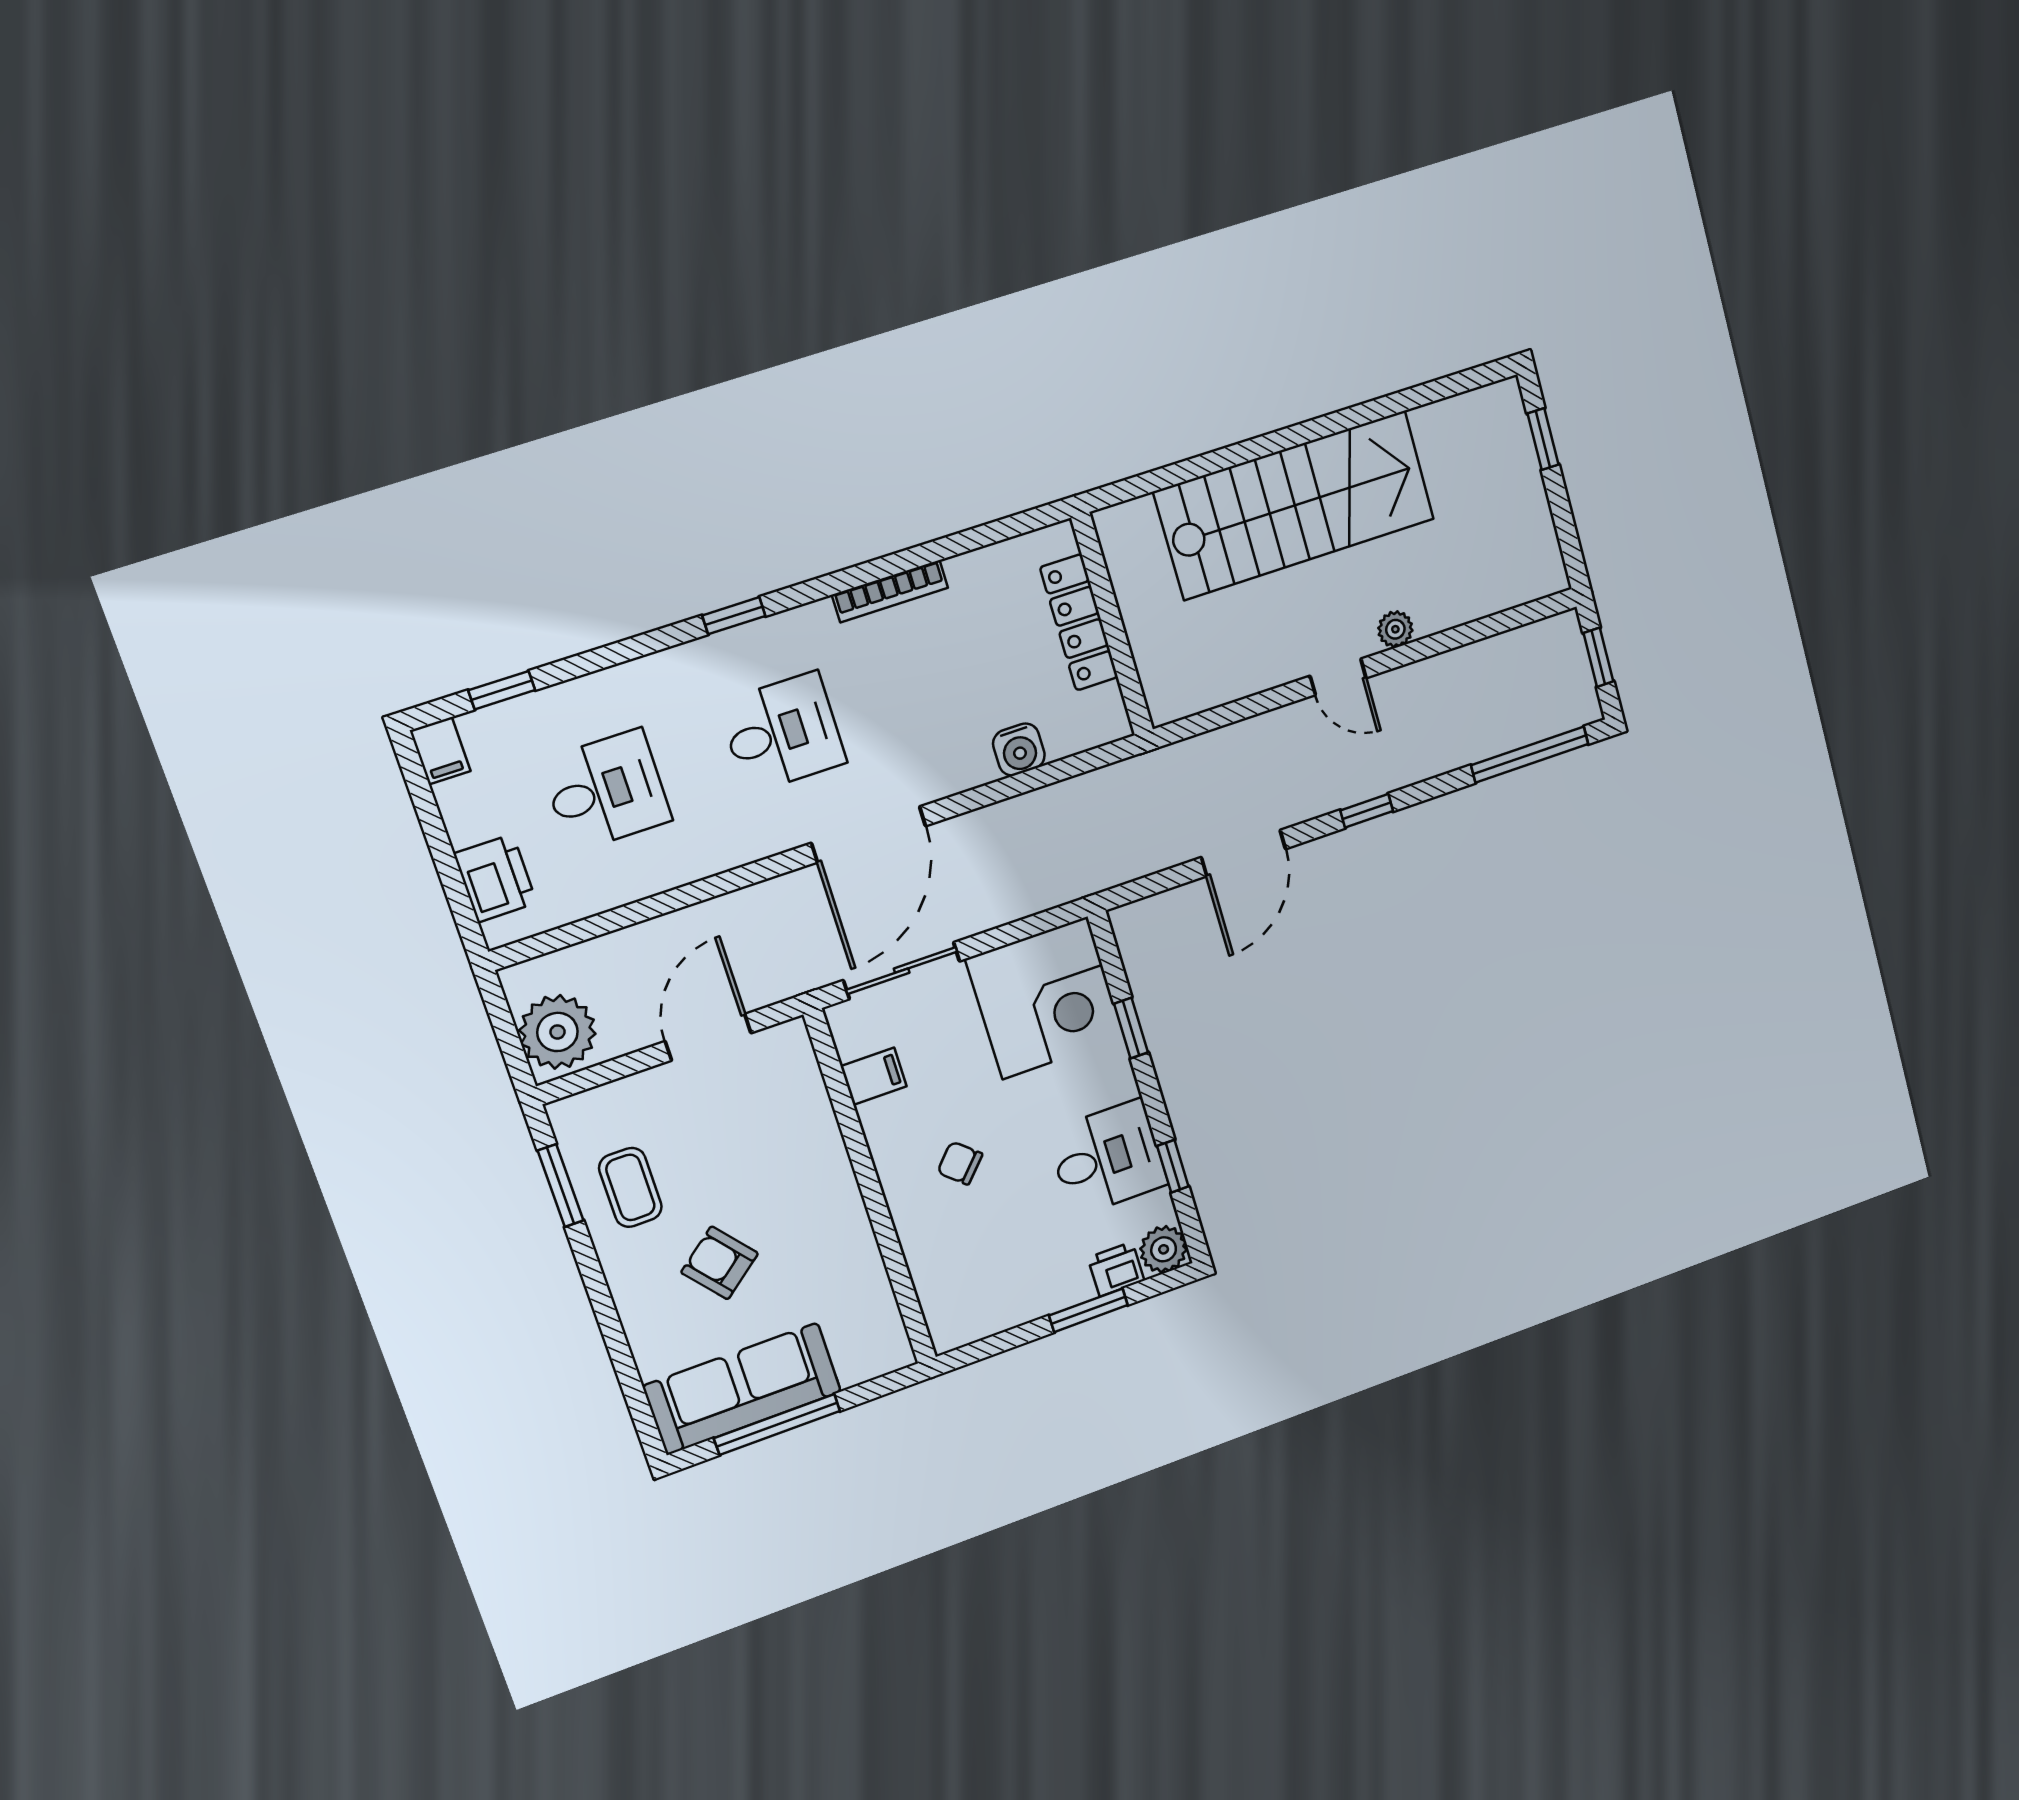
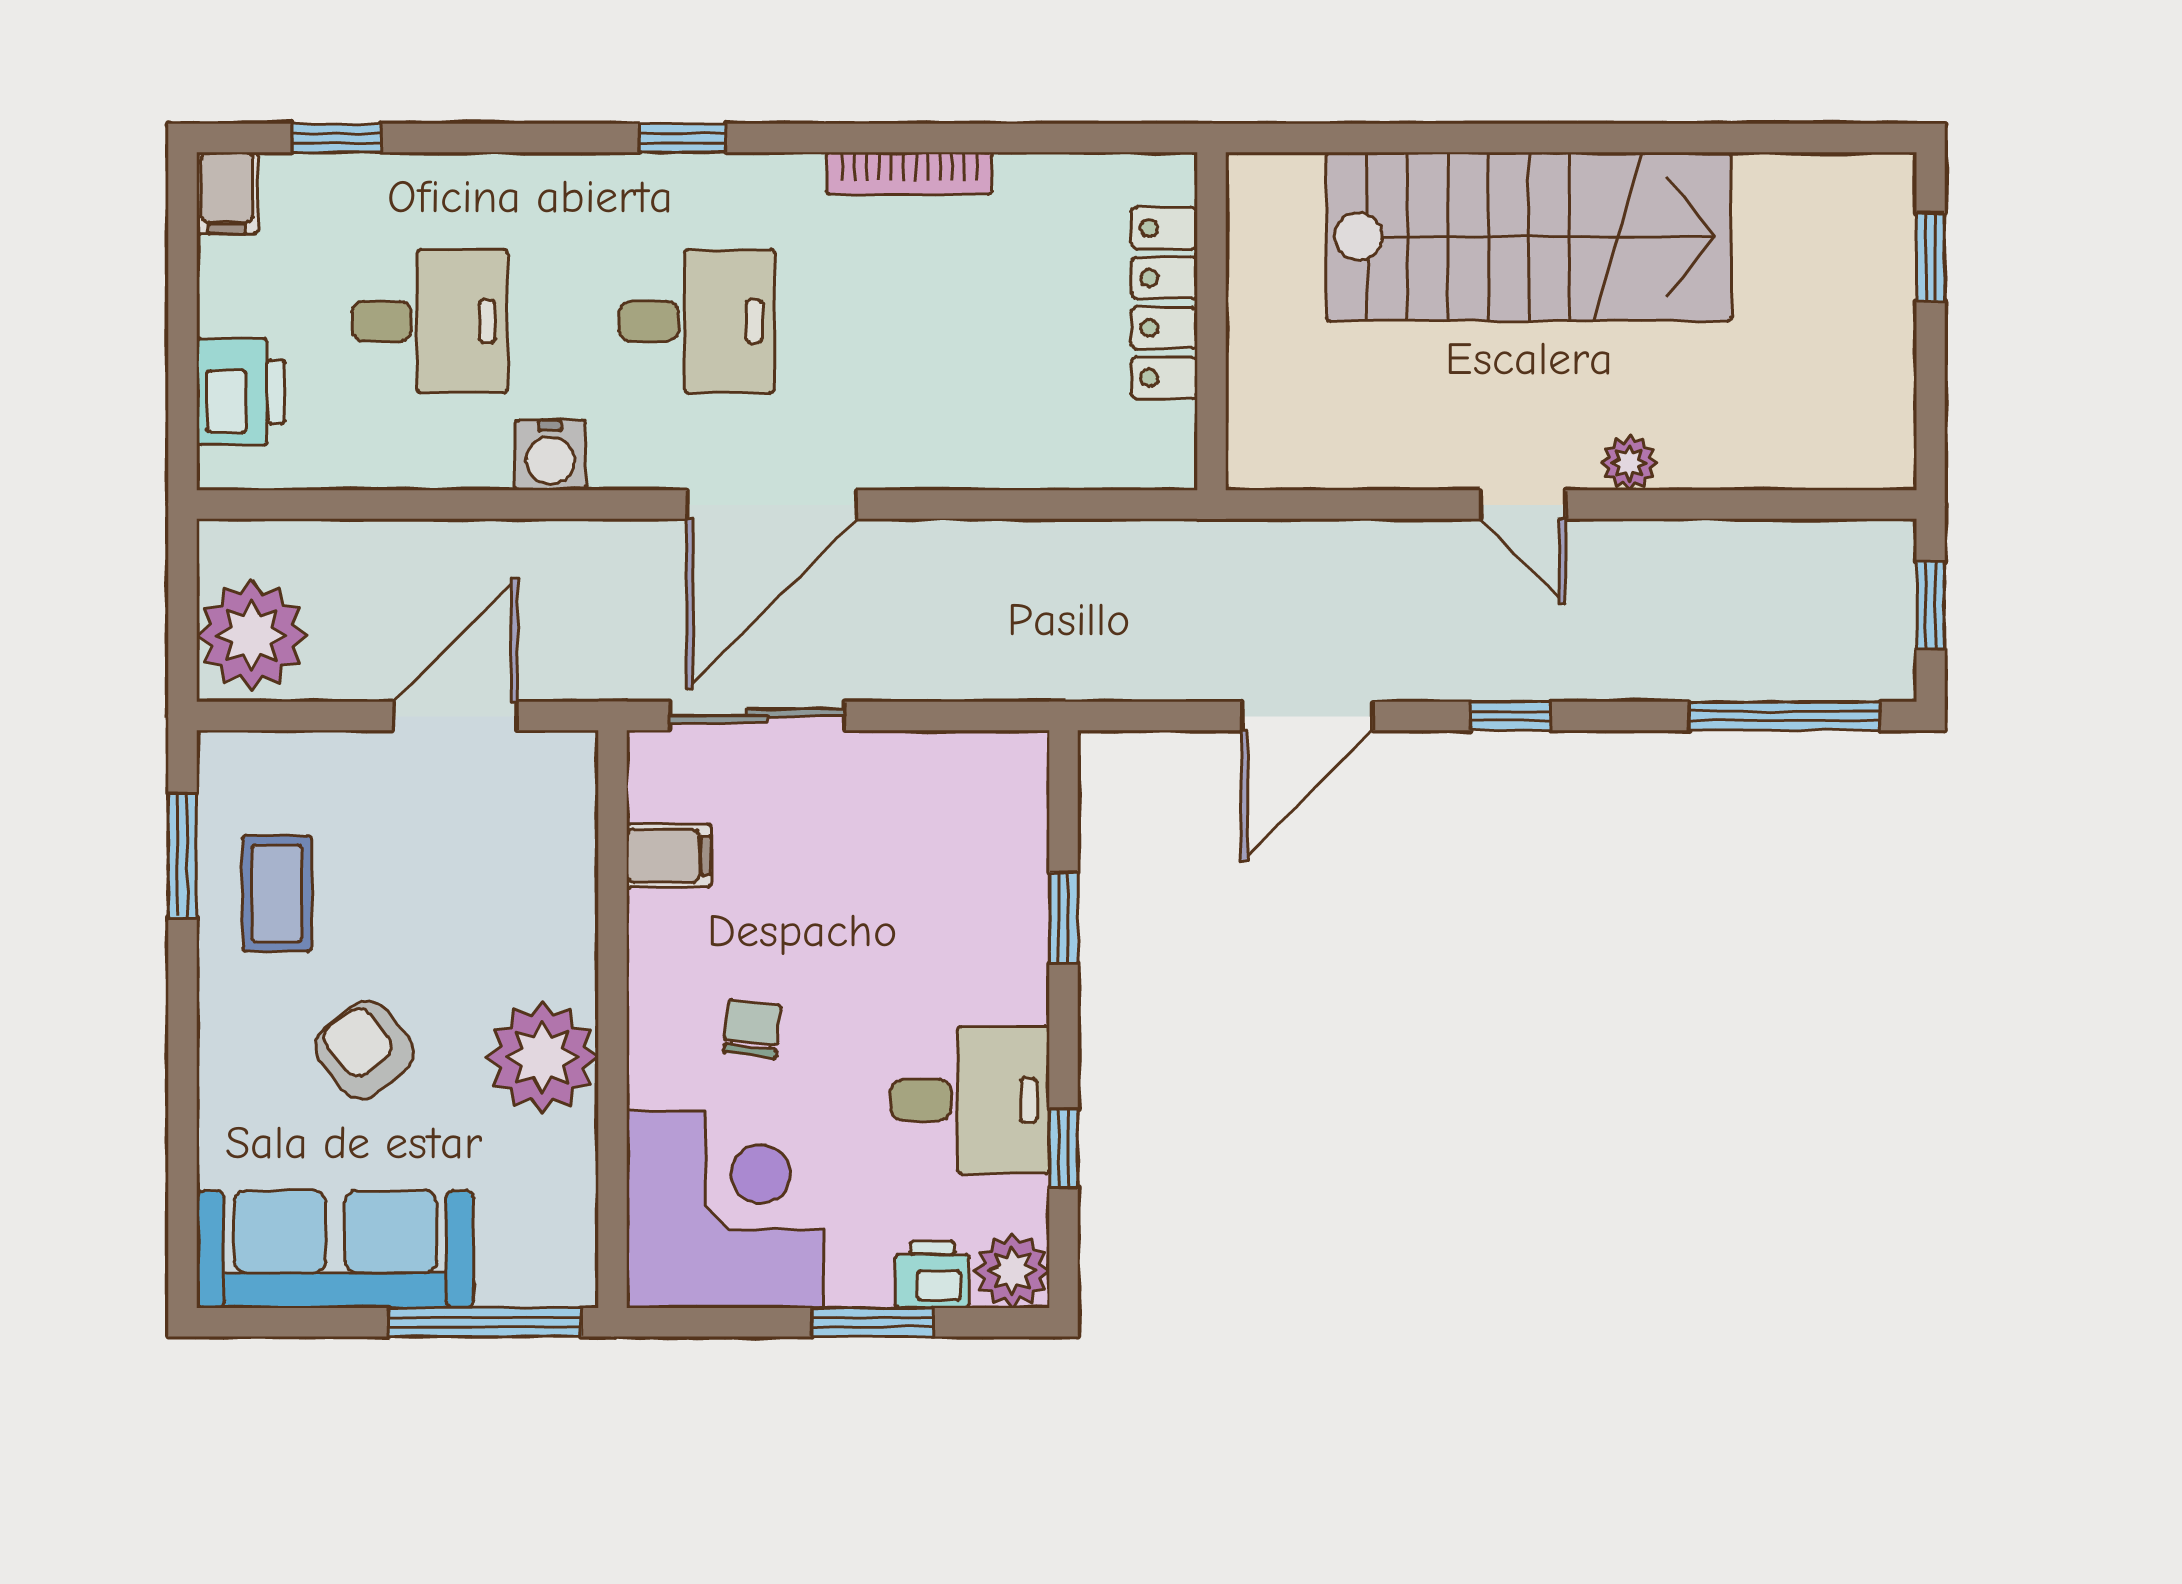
water cooler: (1019, 750) -> (550, 455), moved
corner desk: (1045, 998) -> (725, 1210), moved, turned -90
chair: (960, 1163) -> (752, 1029), turned 54
plant: (834, 1227) -> (542, 1057), added
window: (777, 1425) -> (485, 1322), moved

